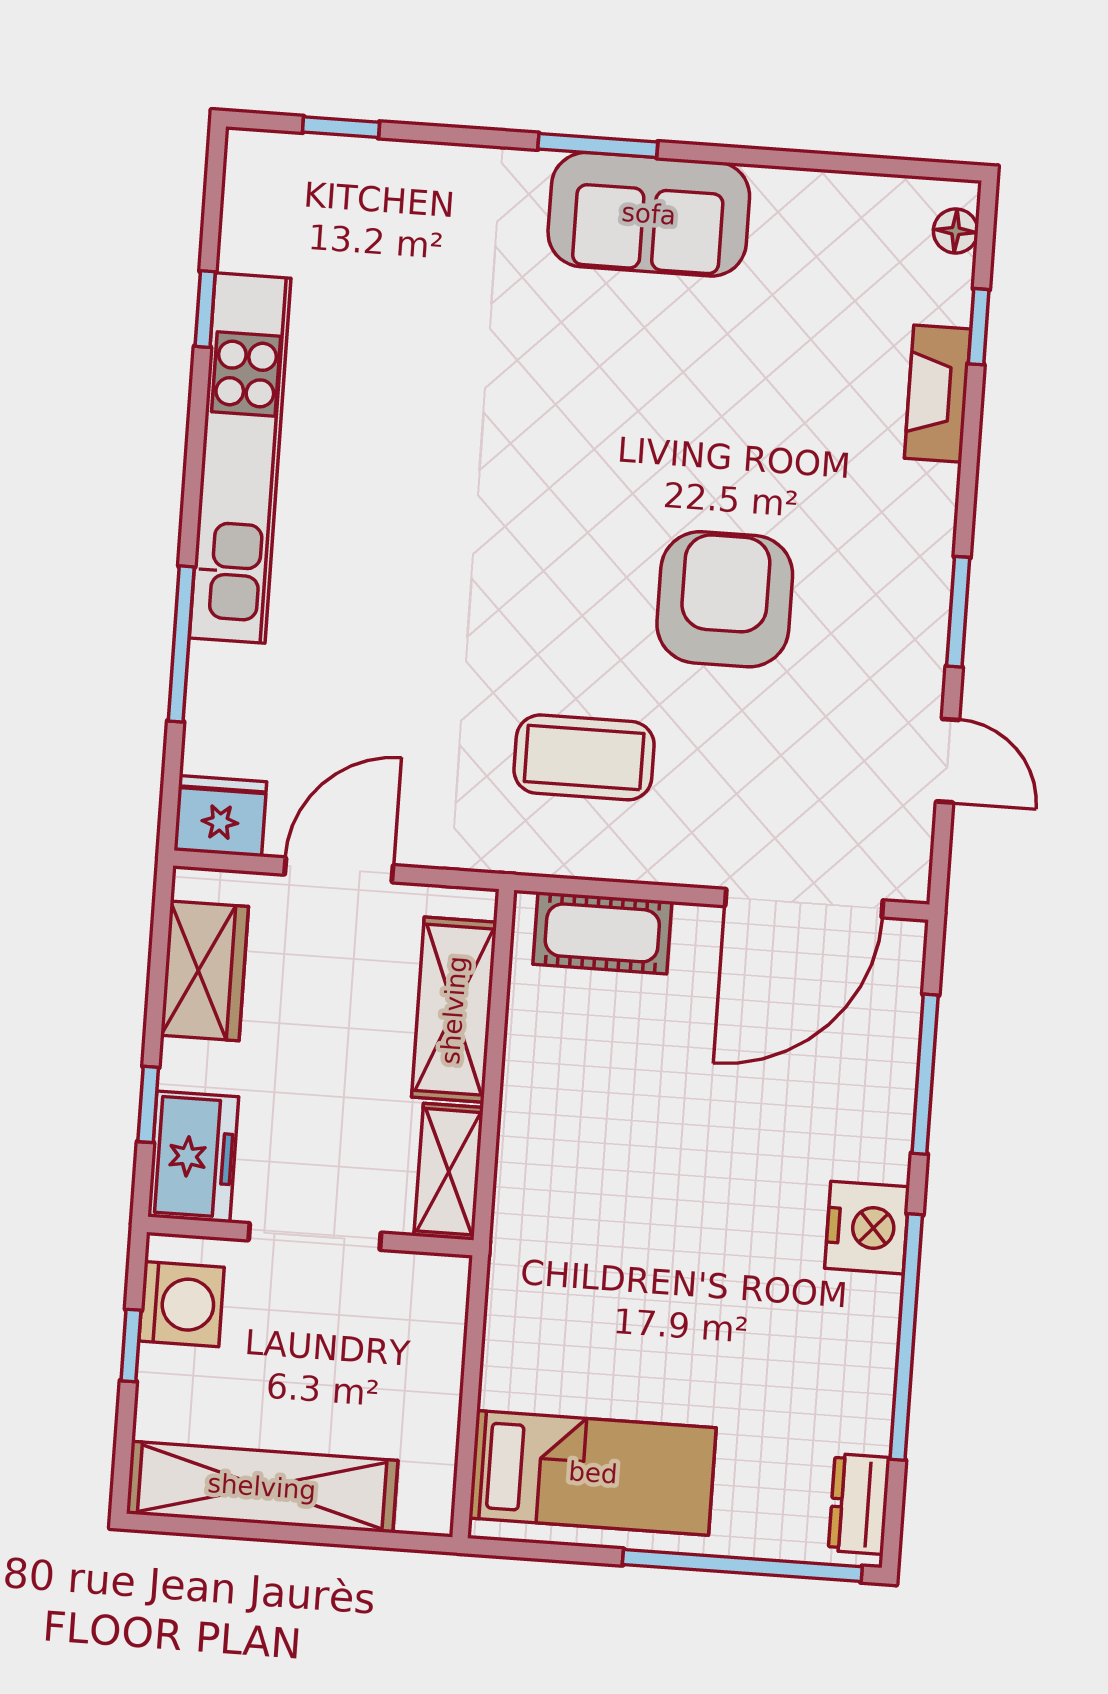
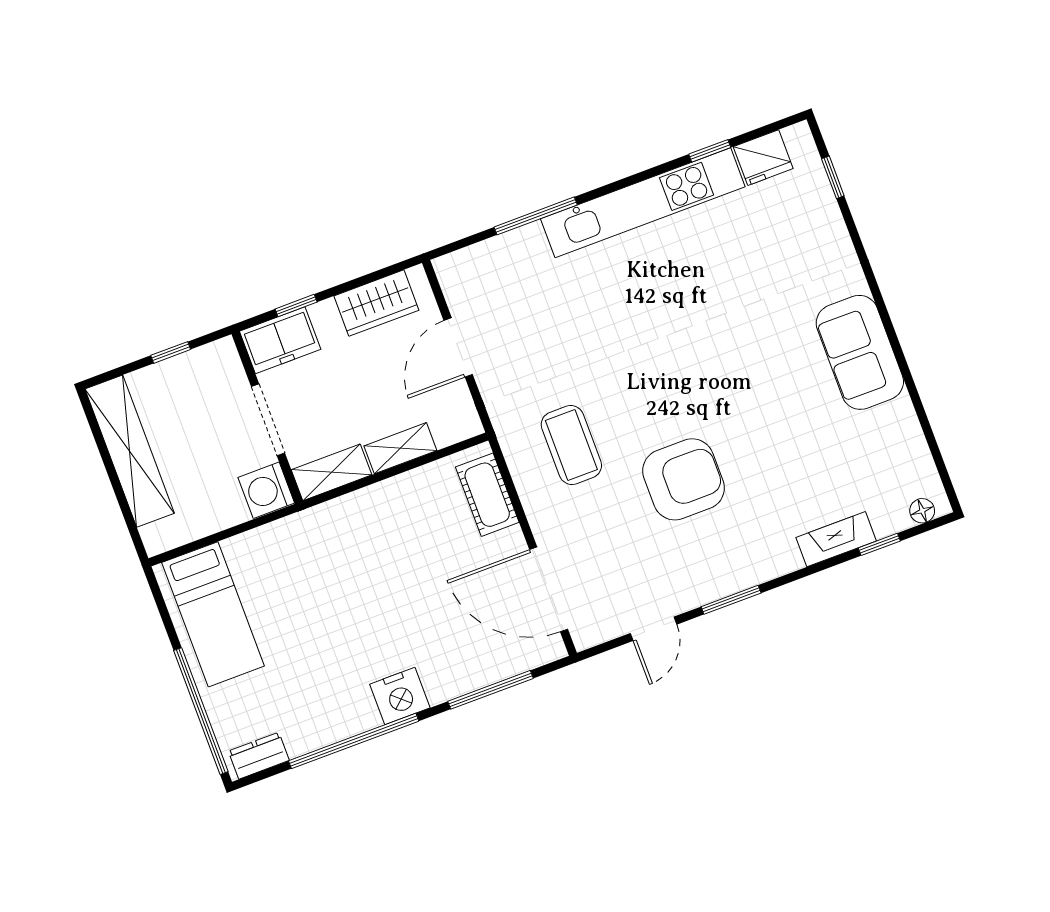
window: (598, 146) -> (883, 311), removed
fridge: (220, 816) -> (763, 158), moved, turned 90
door: (339, 870) -> (458, 347), swing flipped
shelving: (454, 1010) -> (400, 448), width x0.67, depth x0.75
washing machine: (182, 1304) -> (266, 490), moved, turned 90

